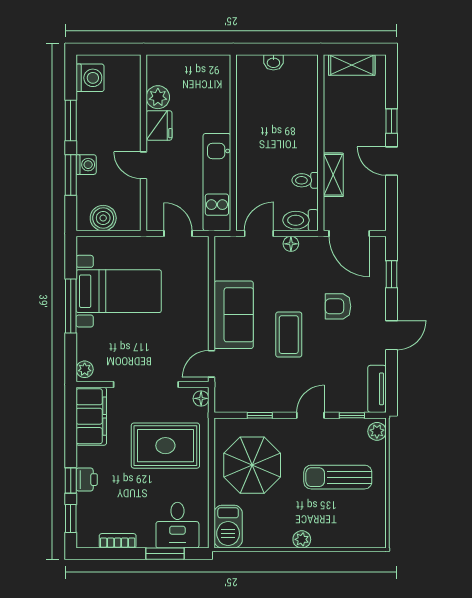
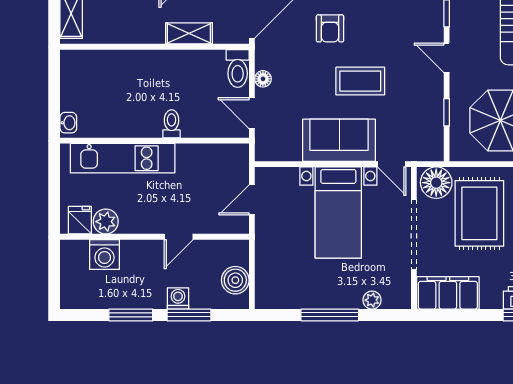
washbasin: (273, 62) -> (68, 123), moved
washing machine: (90, 78) -> (104, 255), moved, turned 180
fridge: (159, 125) -> (80, 220), moved, width x0.72
toilet: (305, 180) -> (172, 124), moved, turned 180
kitchen unit: (217, 182) -> (123, 158), moved
bed with nightstands: (119, 291) -> (338, 212), moved, turned 180
plant: (85, 369) -> (372, 300), moved
floor lamp: (201, 398) -> (436, 183), width x1.89, depth x1.89

